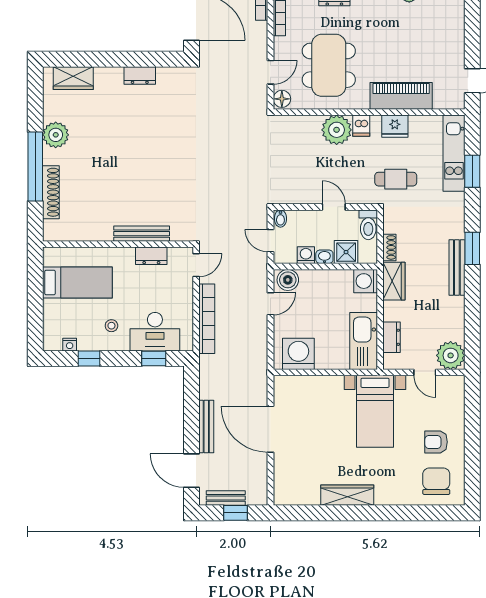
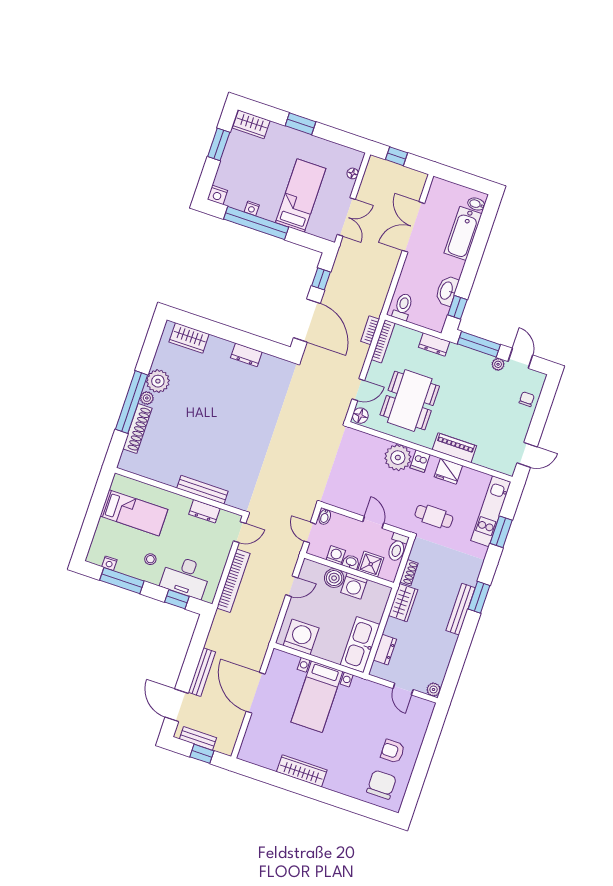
chair: (452, 22) -> (527, 399), added
piano: (401, 96) -> (454, 448), width x0.73, depth x0.75
plant: (50, 157) -> (147, 398), added
boiler: (288, 280) -> (334, 578), moved
washing machine: (366, 281) -> (354, 586), moved, turned -90
plant: (451, 355) -> (434, 689), width x0.53, depth x0.53
window: (89, 359) -> (122, 581), width x2.17
bed with nightstands: (375, 411) -> (317, 697), moved

